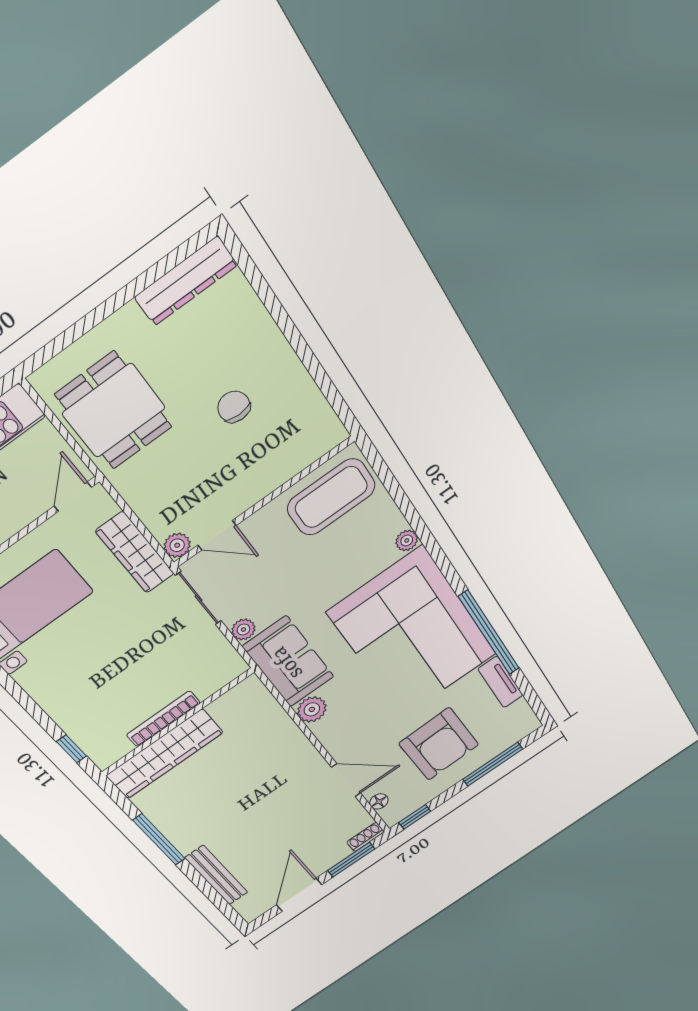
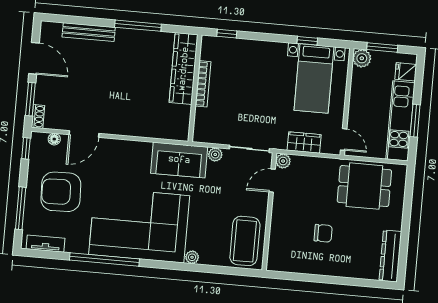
wardrobe: (135, 552) -> (304, 142), width x0.67
tv unit: (501, 682) -> (46, 244), moved
plant: (312, 709) -> (142, 150), removed

